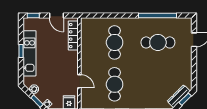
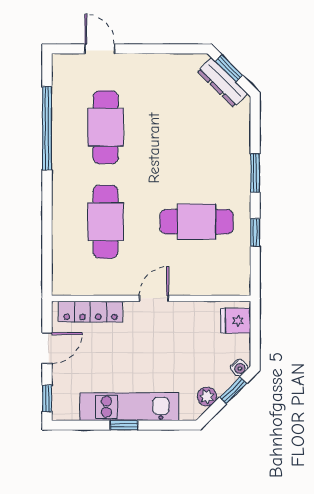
cafe table: (115, 42) -> (106, 222), turned 90
door: (79, 81) -> (154, 298), moved

